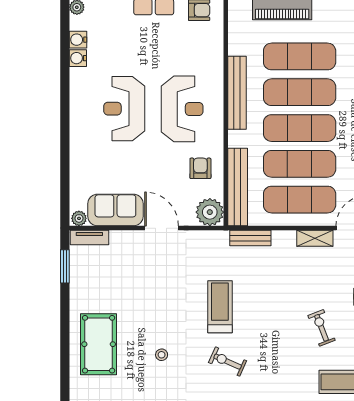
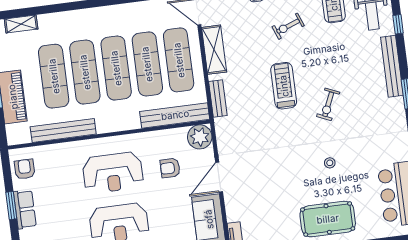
bench: (237, 93) -> (63, 130), moved
reception desk: (182, 109) -> (113, 173), turned 180
armchair: (200, 168) -> (170, 168), moved
shelving: (315, 238) -> (214, 50), width x1.50, depth x1.33
treadmill: (220, 307) -> (284, 86), moved, turned 90

